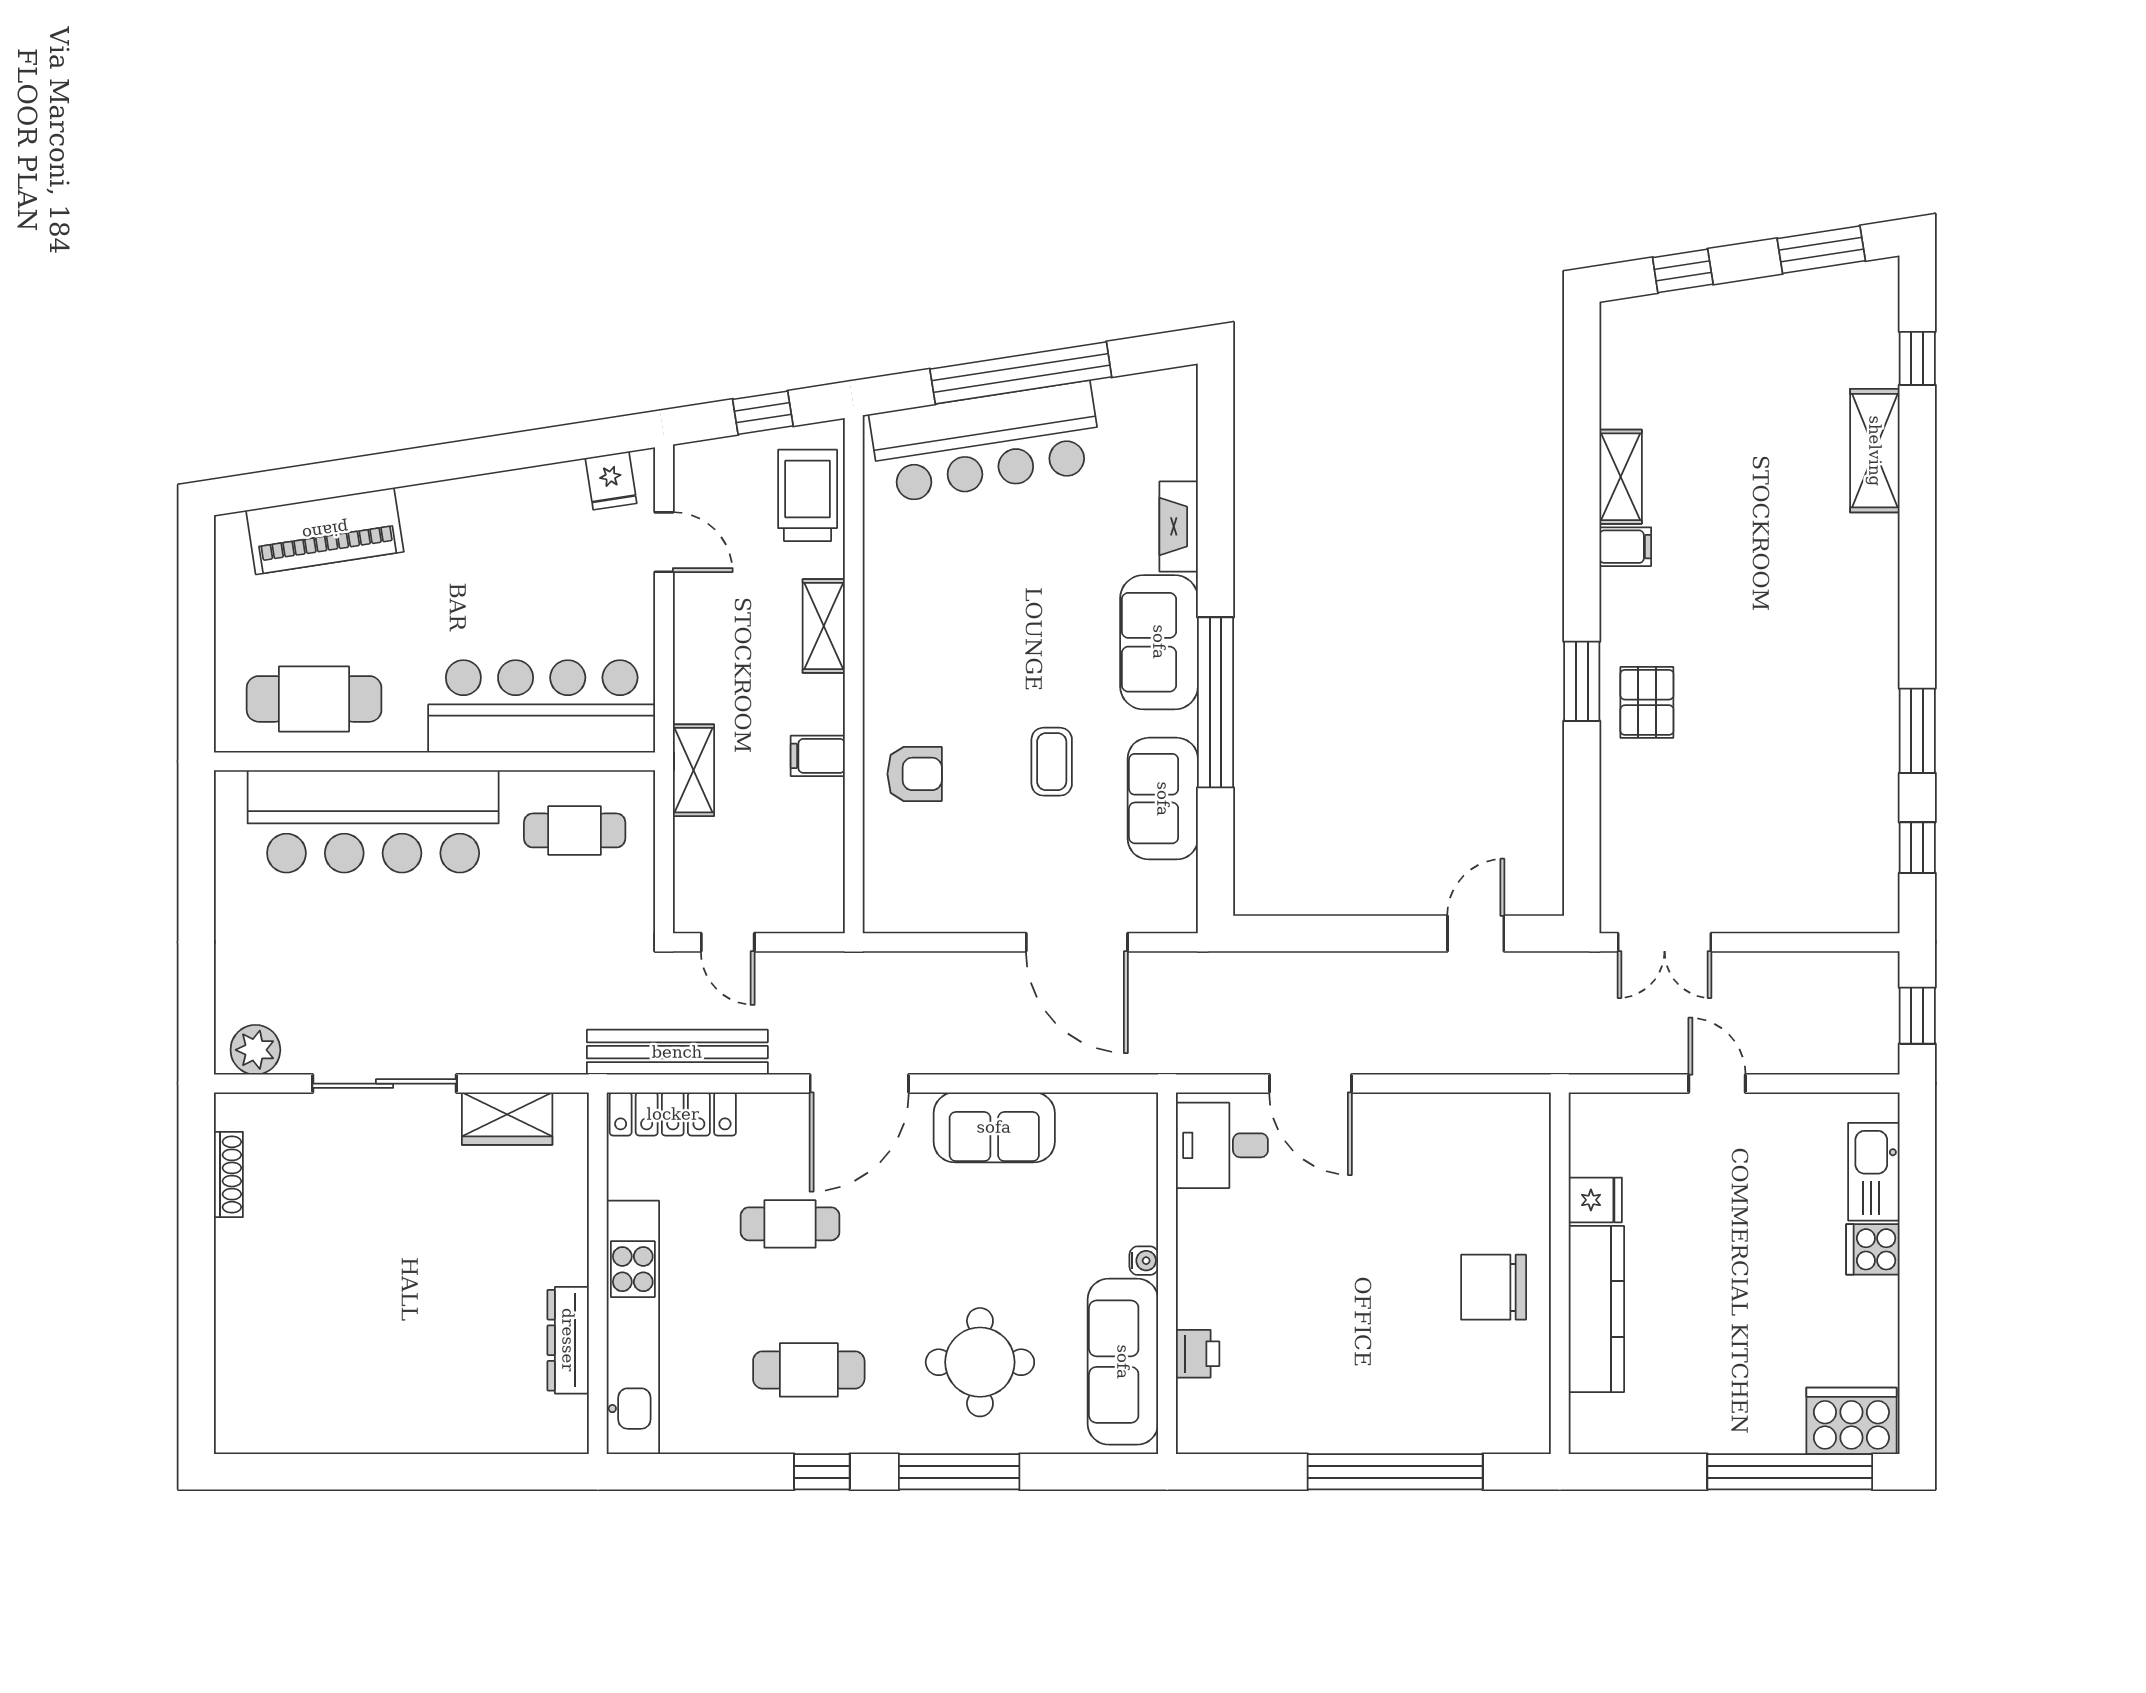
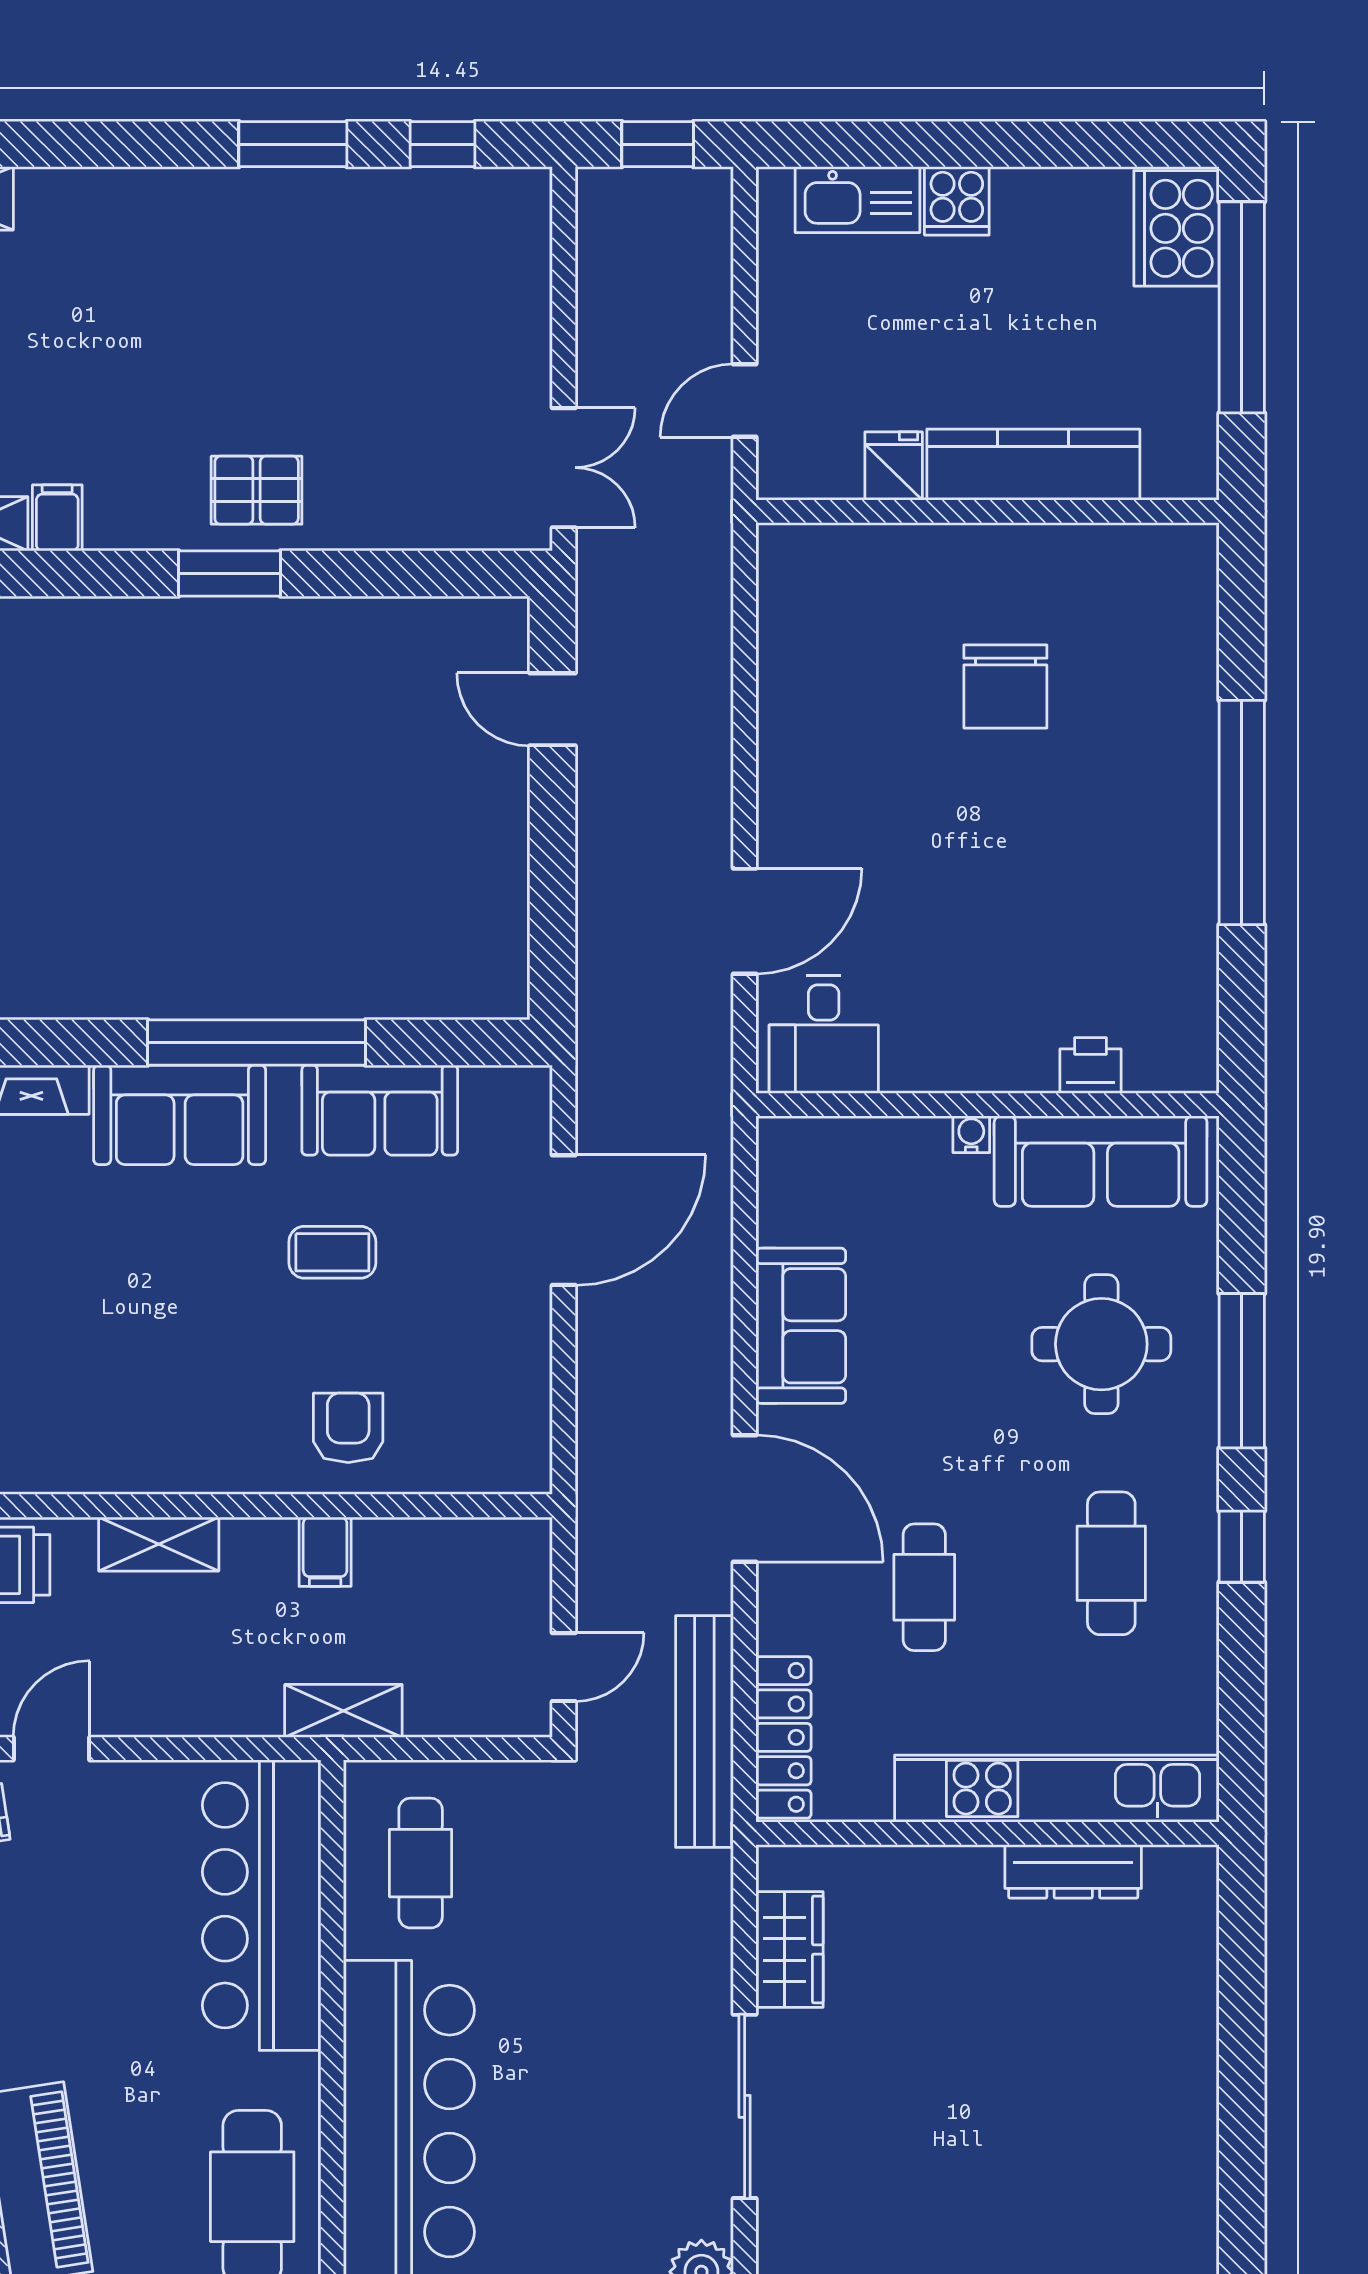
fridge: (1595, 1200) -> (894, 466), moved
wall: (1560, 1273) -> (987, 511), moved
kitchen counter: (1596, 1309) -> (1033, 465), moved

